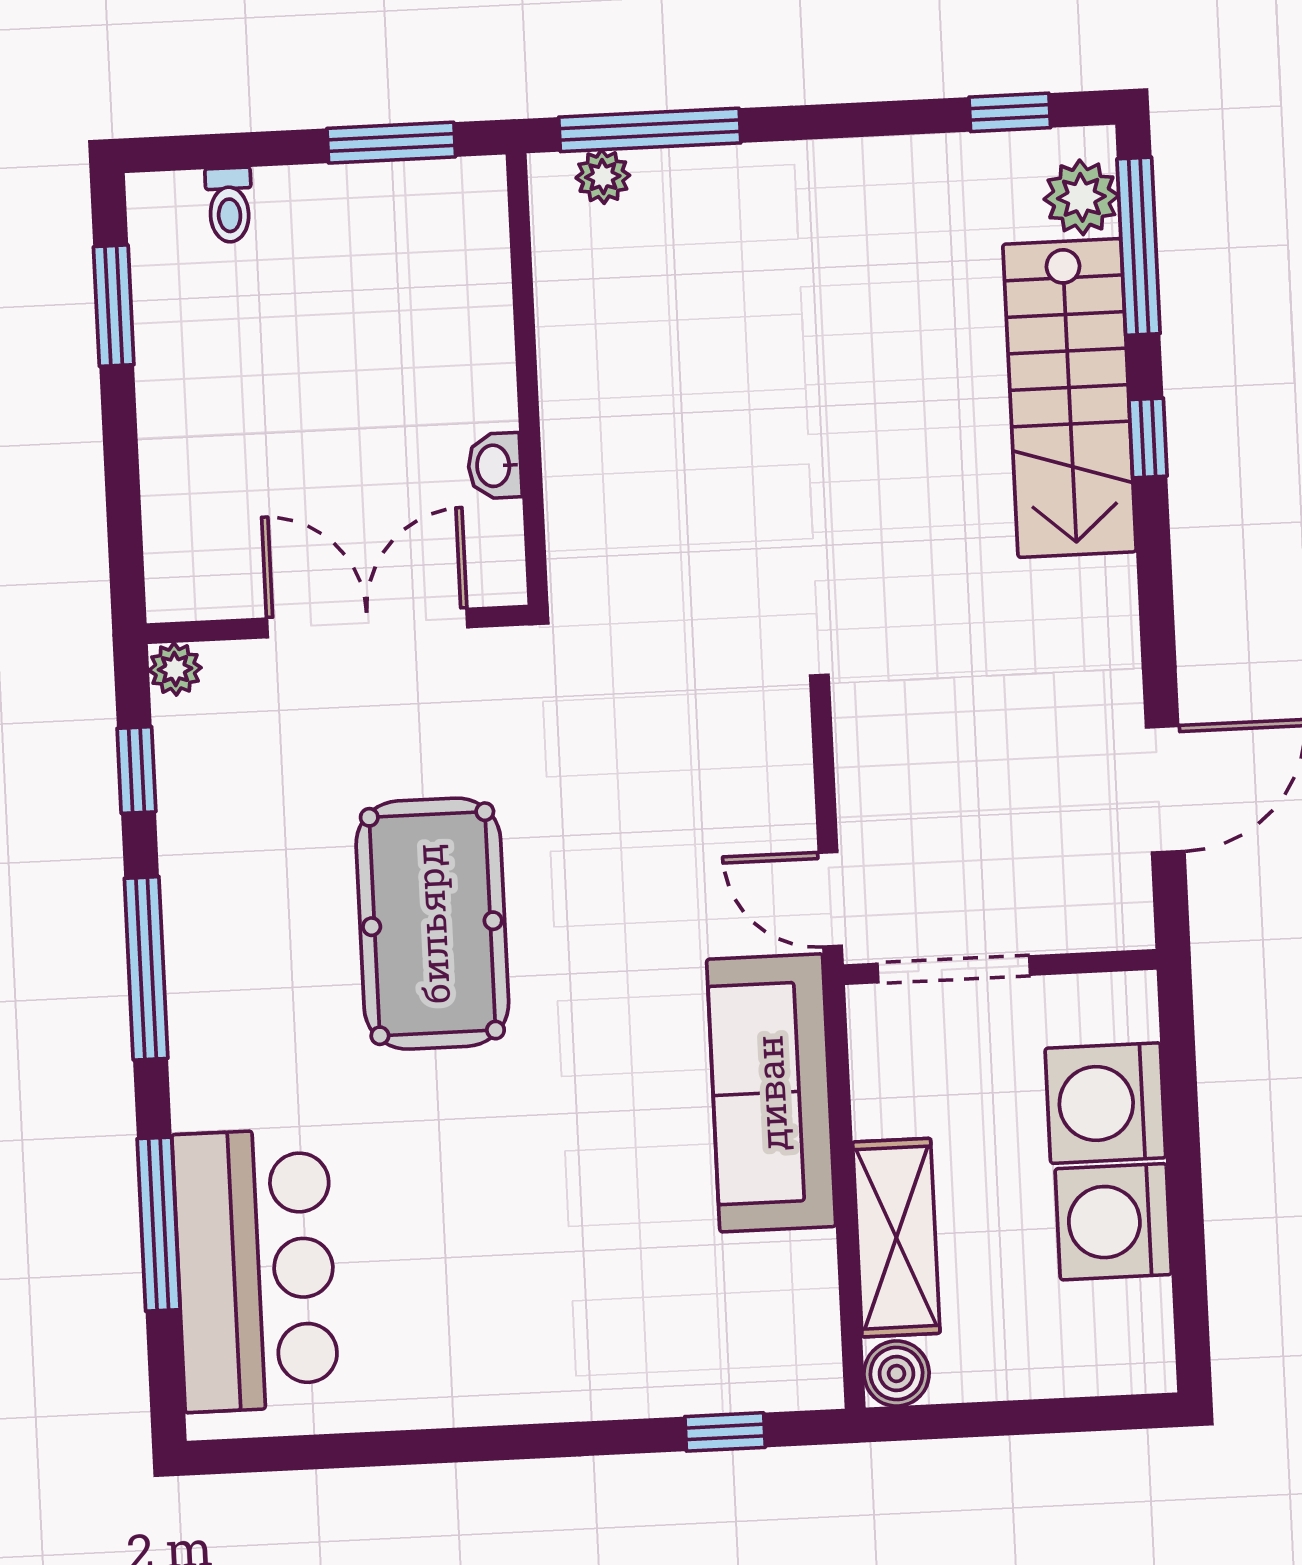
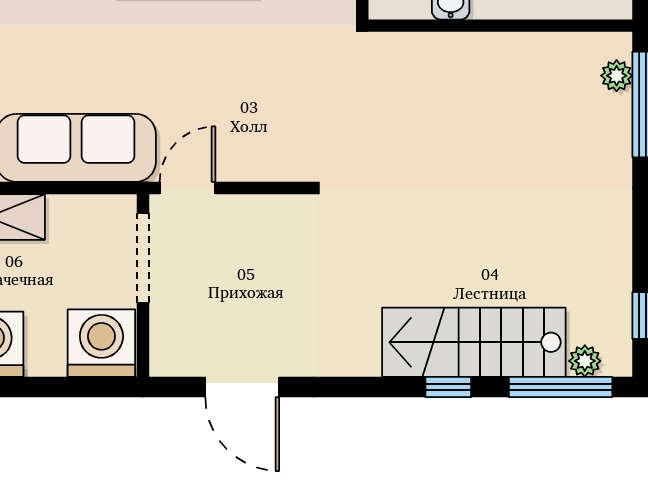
plant: (1081, 197) -> (585, 361), width x0.73, depth x0.73
washing machine: (1105, 1103) -> (101, 343), moved

